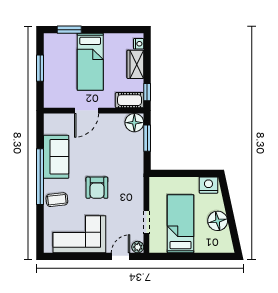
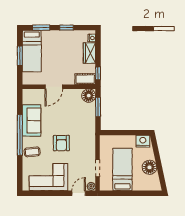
window: (104, 30) -> (66, 28), added
bed: (90, 62) -> (32, 51), moved

